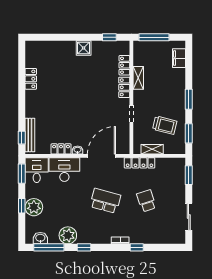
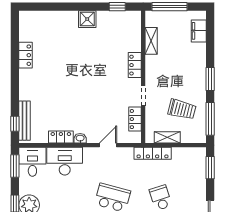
locker: (124, 65) -> (135, 119), moved
shelving: (138, 78) -> (151, 41), moved
window: (189, 133) -> (210, 119), width x1.44
door: (101, 156) -> (108, 145), width x0.53

